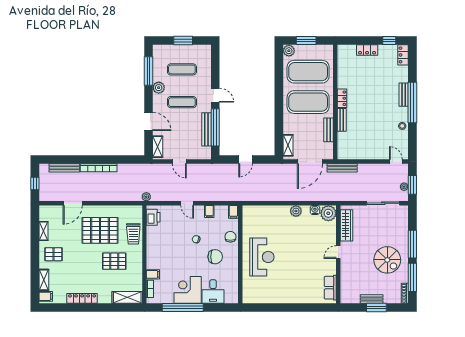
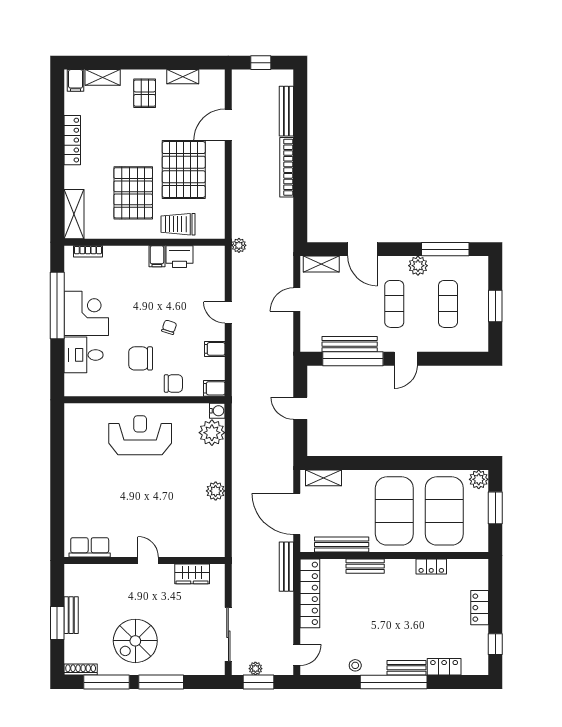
locker: (403, 55) -> (444, 667), moved
locker: (342, 98) -> (431, 567), moved
door: (149, 121) -> (363, 249), hinge flipped
bench: (329, 130) -> (342, 544), width x1.36
locker: (358, 154) -> (310, 593), added
door: (73, 203) -> (228, 125), hinge flipped
door: (187, 203) -> (228, 313), hinge flipped
water cooler: (315, 210) -> (217, 411), moved
plant: (328, 213) -> (212, 433), moved
printer: (153, 217) -> (180, 257), moved
wardrobe: (347, 225) -> (192, 574), width x0.67
chair: (215, 257) -> (141, 358), turned 90
reception desk: (262, 257) -> (140, 435), turned 180
pallet: (114, 261) -> (133, 193), width x1.37, depth x1.41
filing cabinet: (153, 274) -> (157, 256), moved

